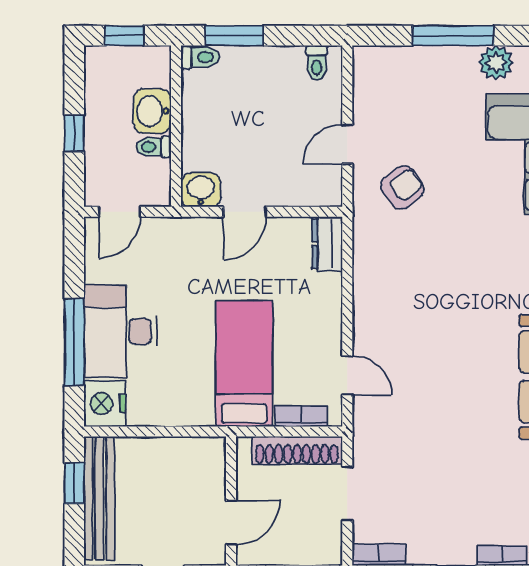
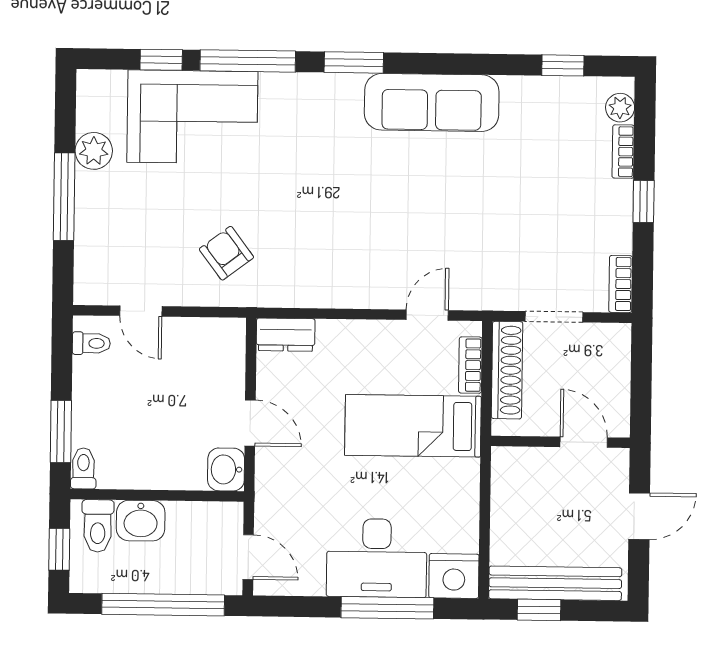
window: (74, 133) -> (163, 605), width x3.17
door: (347, 144) -> (141, 311), moved
toilet: (154, 147) -> (98, 526), moved, width x1.37, depth x1.39

